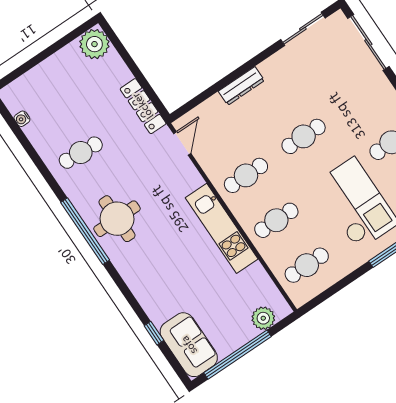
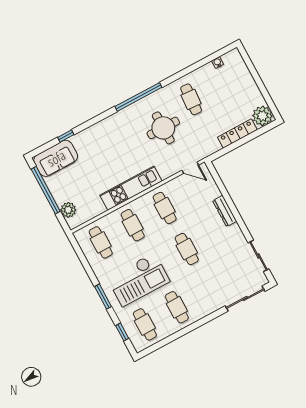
locker: (143, 106) -> (237, 133), moved
round table: (117, 219) -> (163, 128), moved

